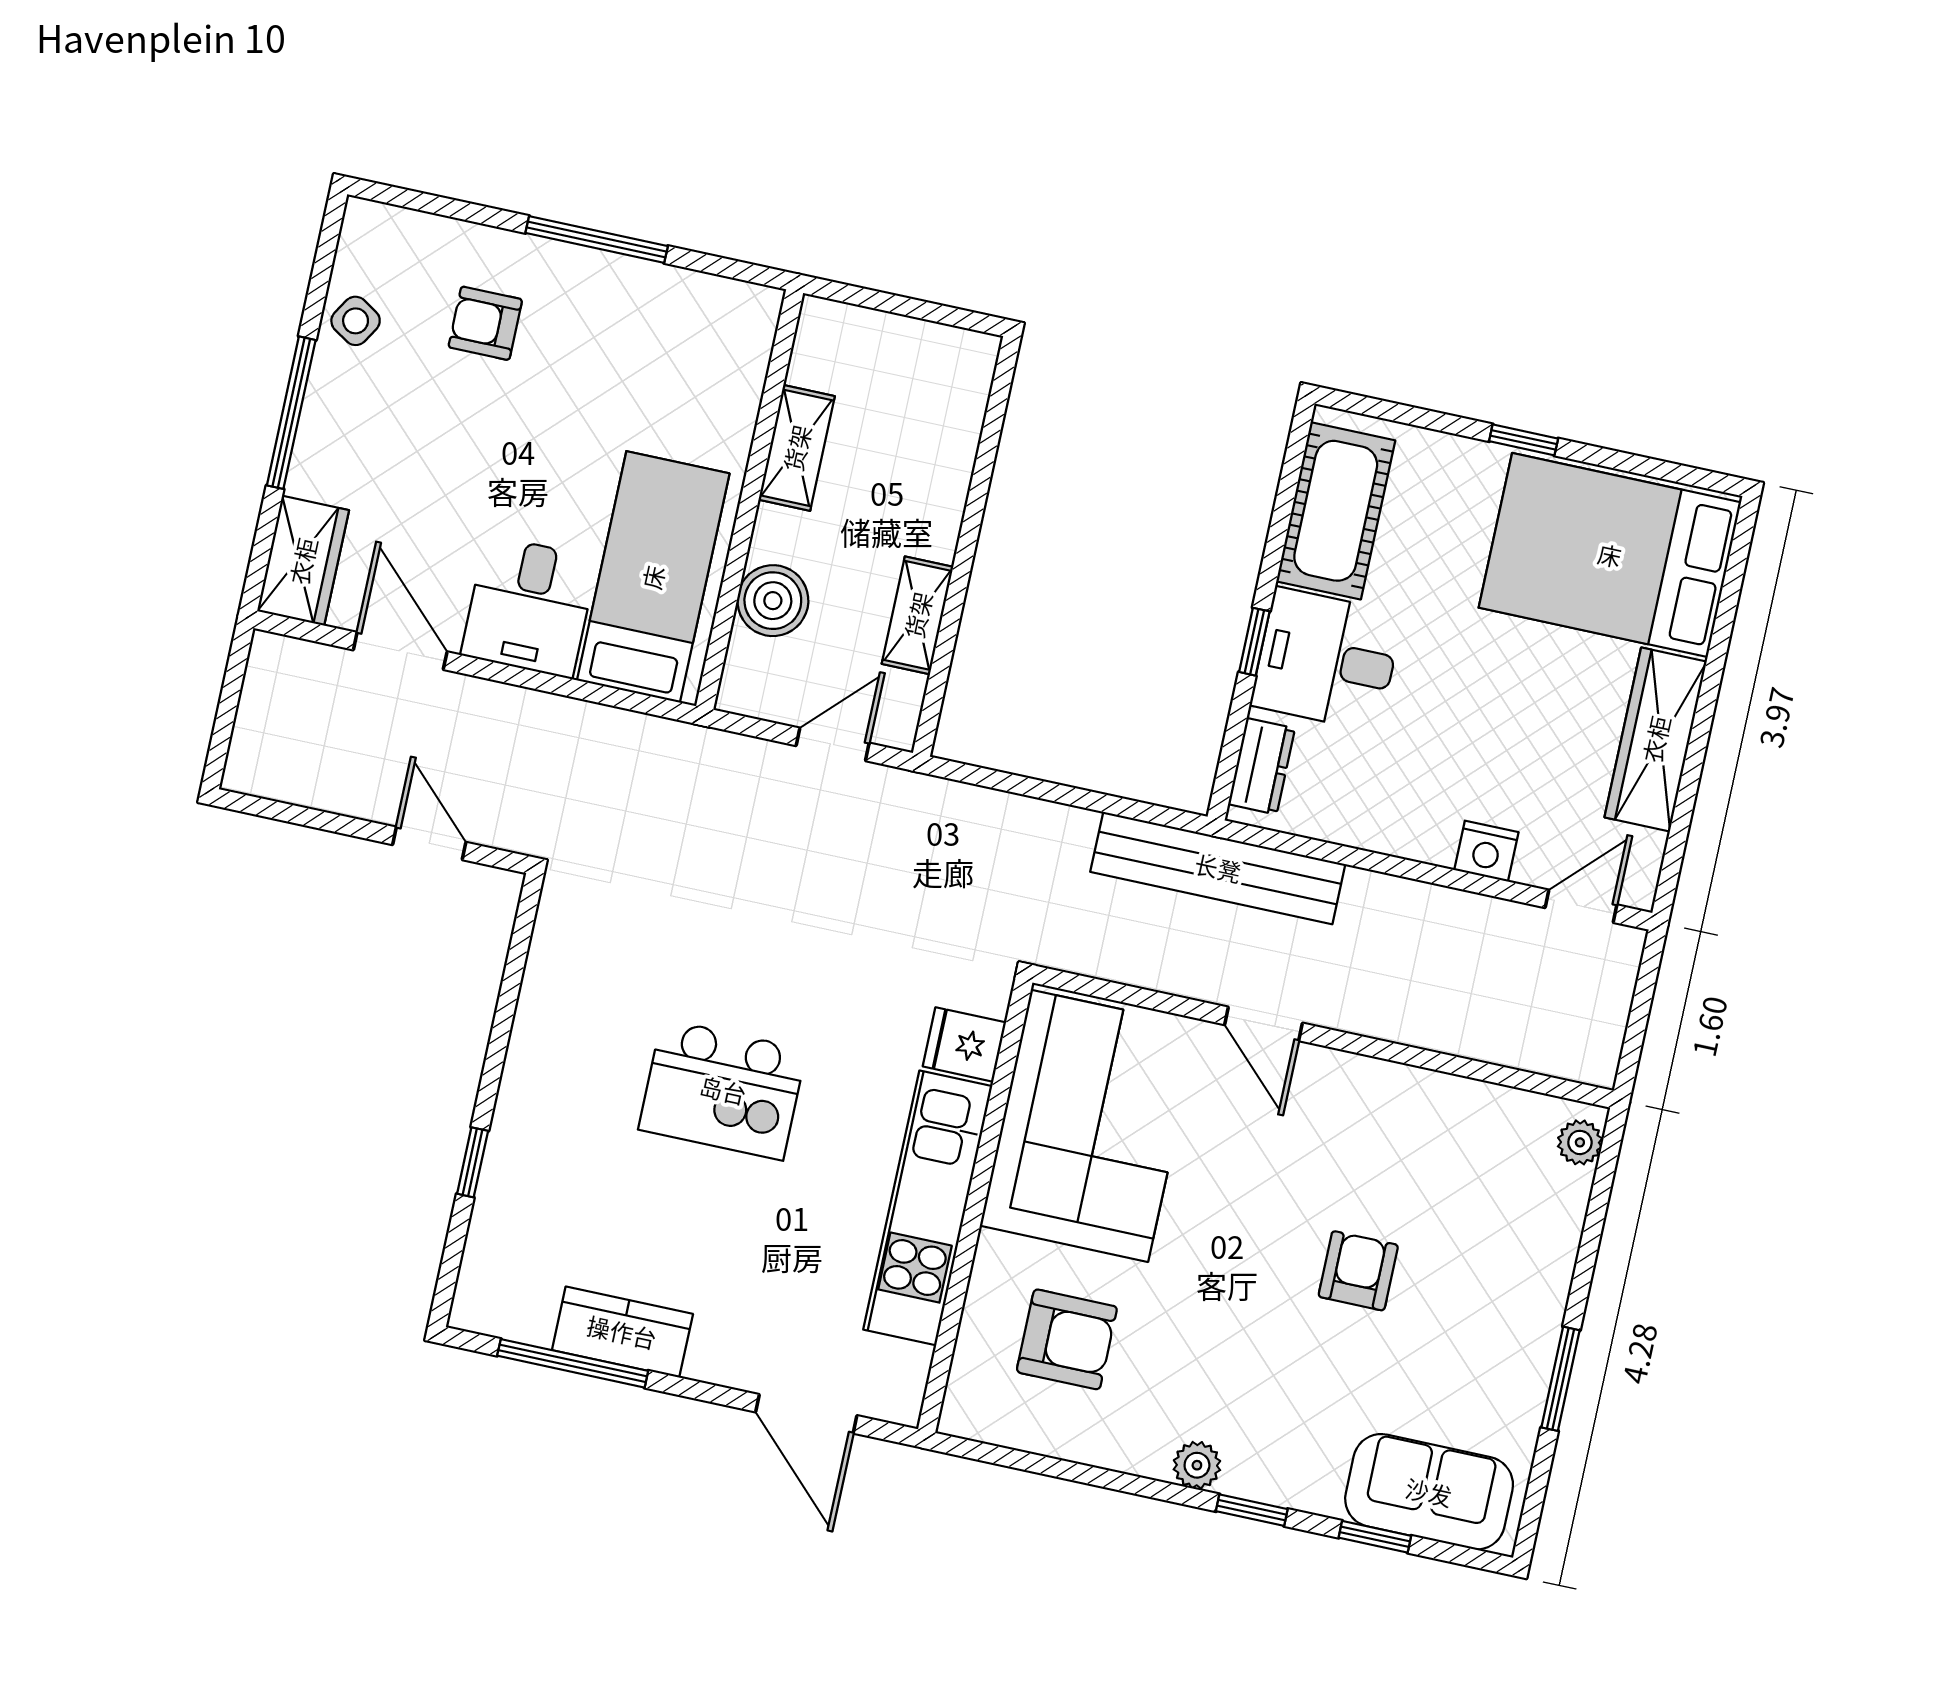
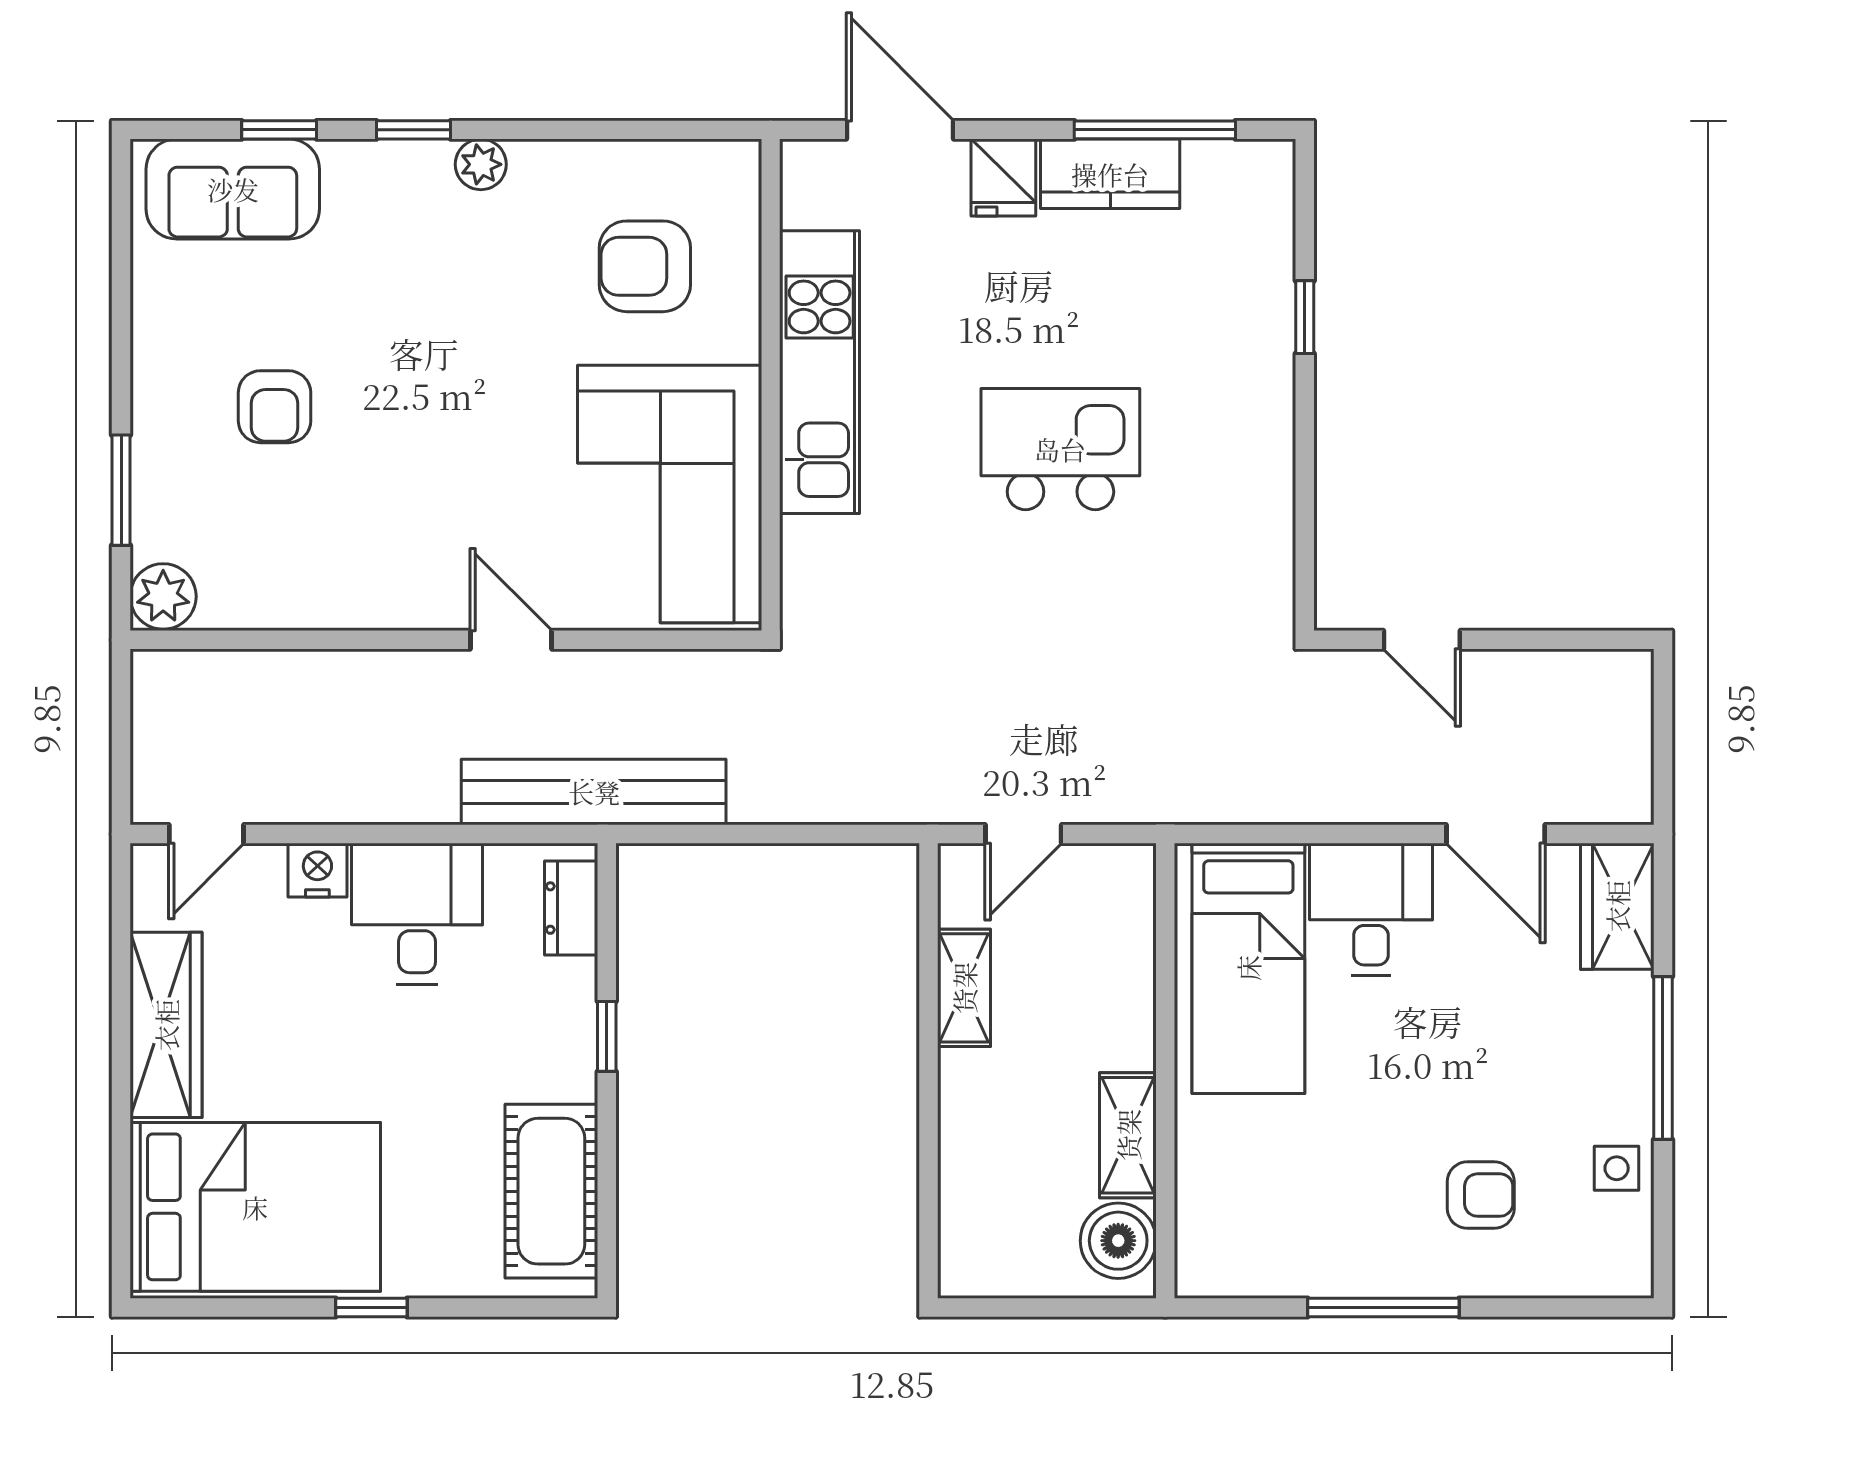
side table: (356, 321) -> (1617, 1168), turned -32
boiler: (773, 601) -> (1118, 1241), moved
desk: (1327, 660) -> (417, 914), moved, turned -90
fridge: (964, 1044) -> (1003, 178), moved, turned 90
plant: (1580, 1142) -> (163, 596), width x1.38, depth x1.38
armchair: (1358, 1271) -> (275, 407), moved
window: (1561, 1379) -> (121, 490), moved

